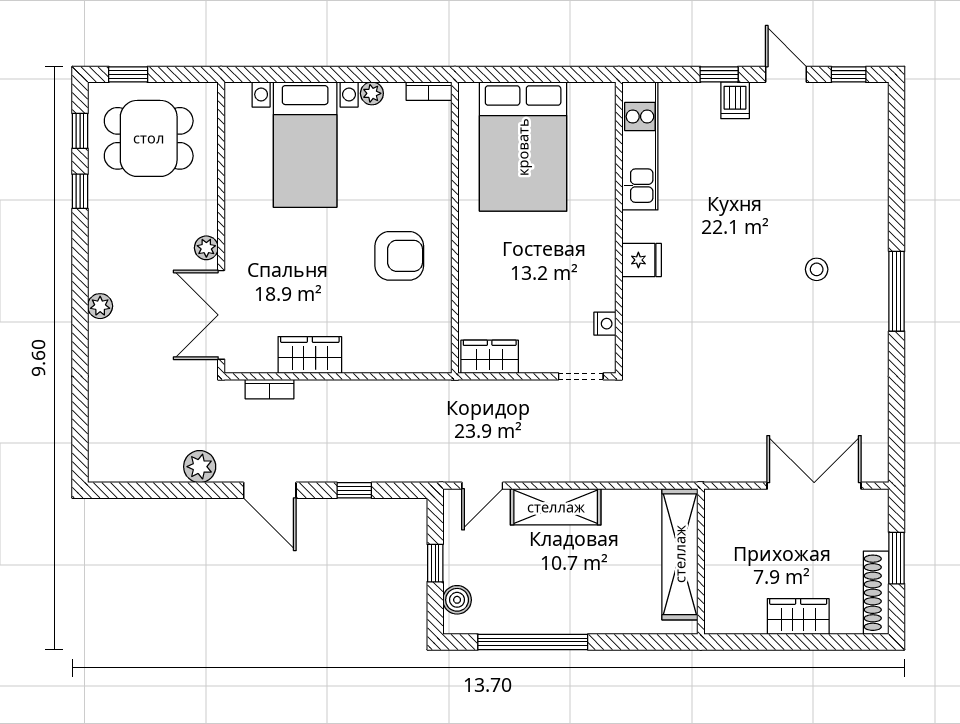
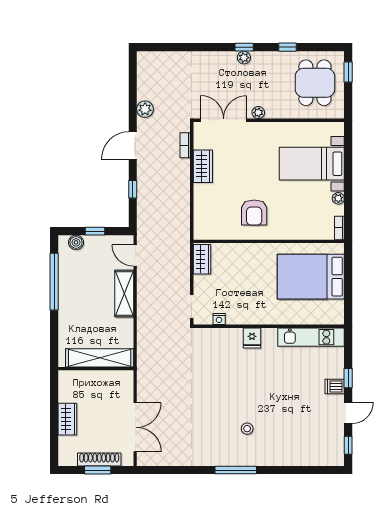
window: (80, 131) -> (244, 47), moved
plant: (100, 306) -> (244, 58), moved
shoe rack: (876, 593) -> (99, 459), moved

